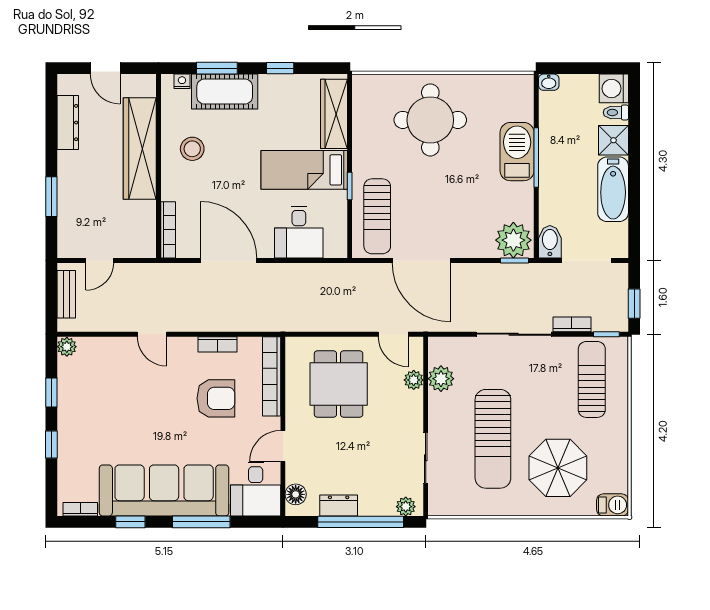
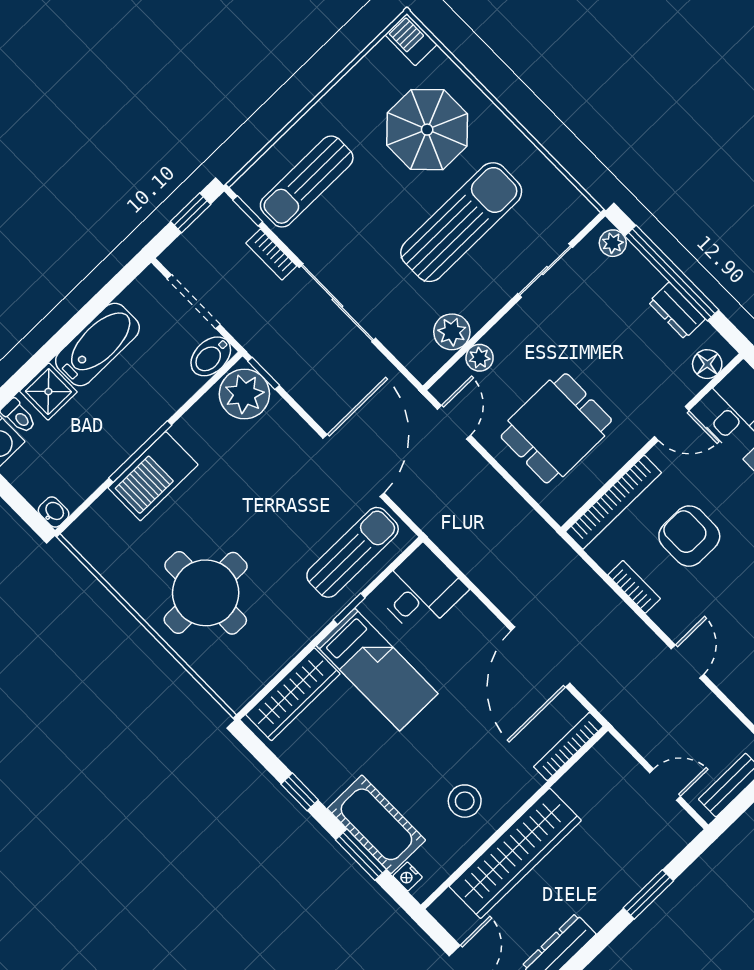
desk: (299, 232) -> (421, 590), moved

